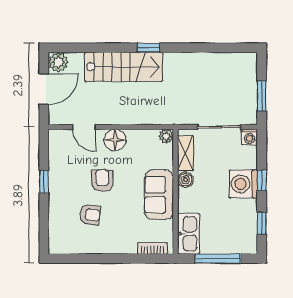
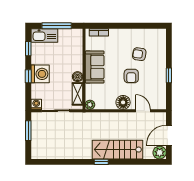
kitchen sink: (188, 234) -> (44, 36), moved, turned -90

